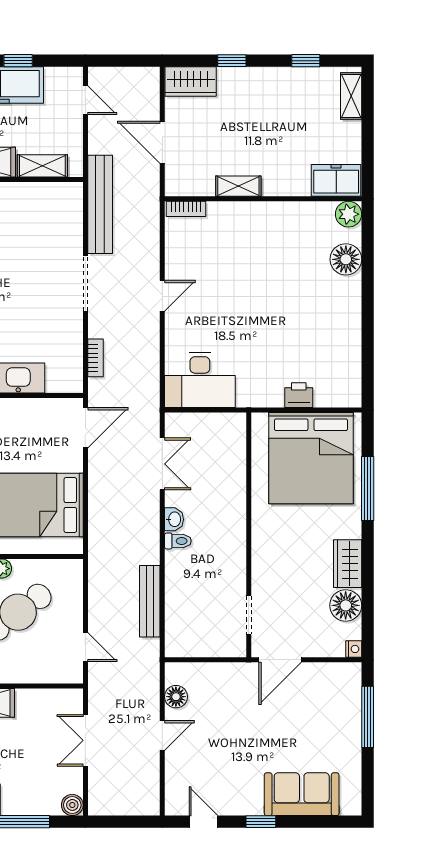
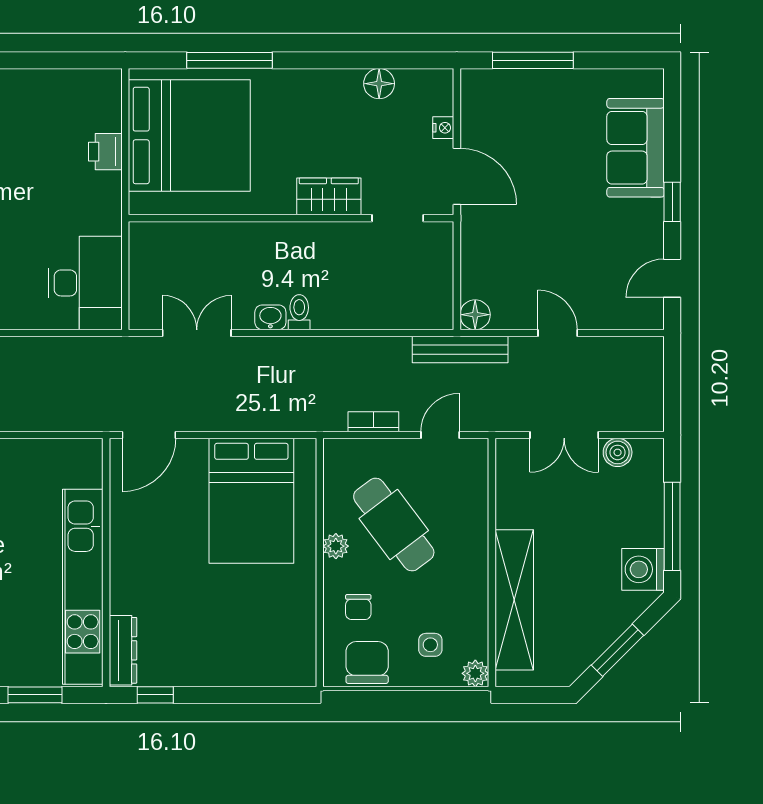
bookcase: (95, 358) -> (373, 422), moved
door: (85, 428) -> (149, 435), swing flipped
wardrobe: (348, 564) -> (329, 196), moved, turned 180
bench: (150, 601) -> (460, 350), moved
floor lamp: (346, 605) -> (379, 84), width x0.73, depth x0.73
nightstand: (354, 649) -> (443, 128), moved, turned 90
floor lamp: (176, 697) -> (475, 315), moved
boiler: (72, 805) -> (618, 452), moved

